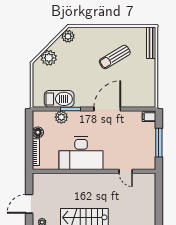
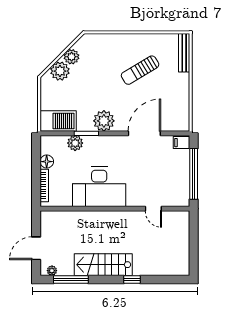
plant: (68, 36) -> (72, 57), moved
barbecue: (59, 99) -> (58, 121), moved
plant: (85, 99) -> (104, 121), added
door: (107, 109) -> (144, 133), moved
window: (159, 143) -> (194, 174), width x1.46

